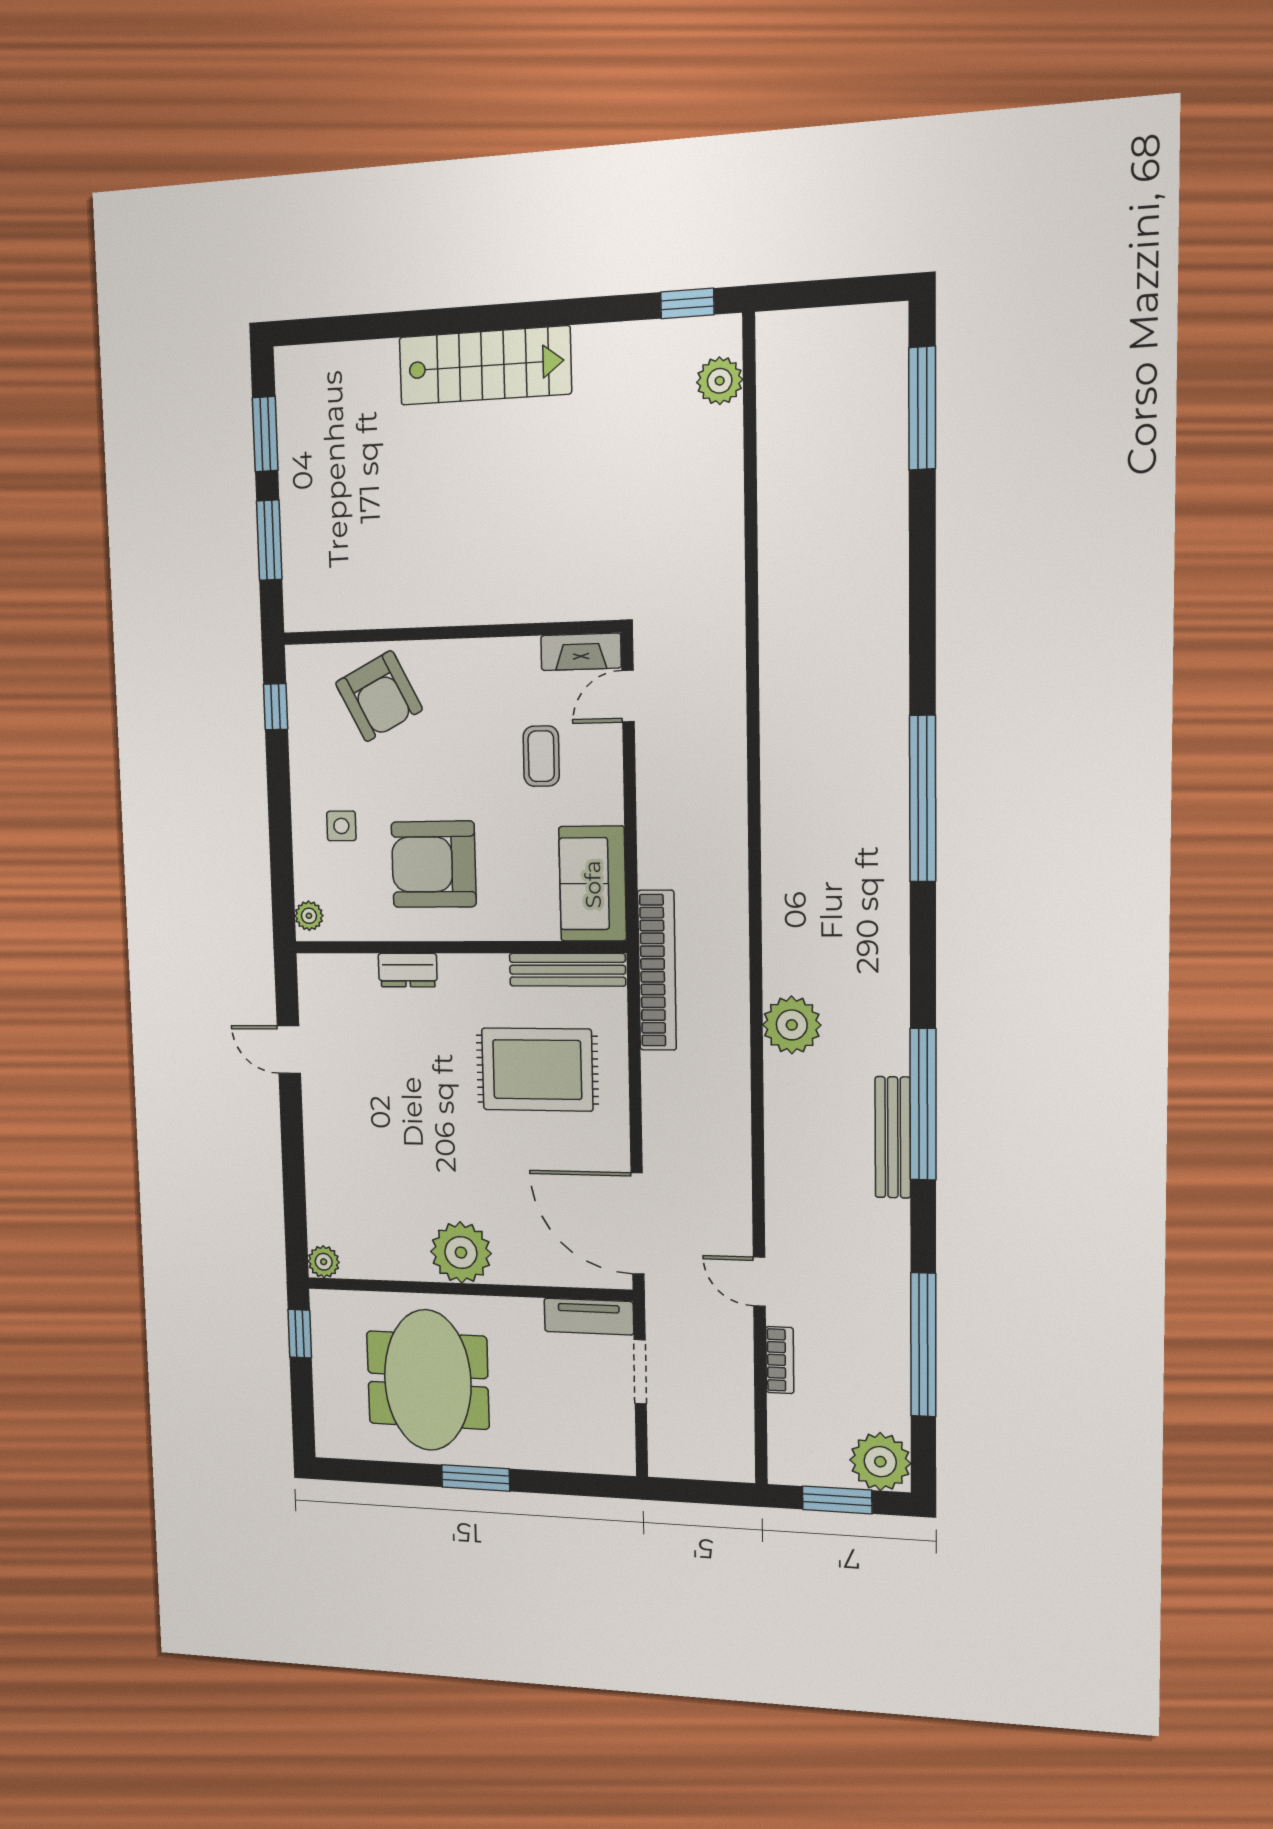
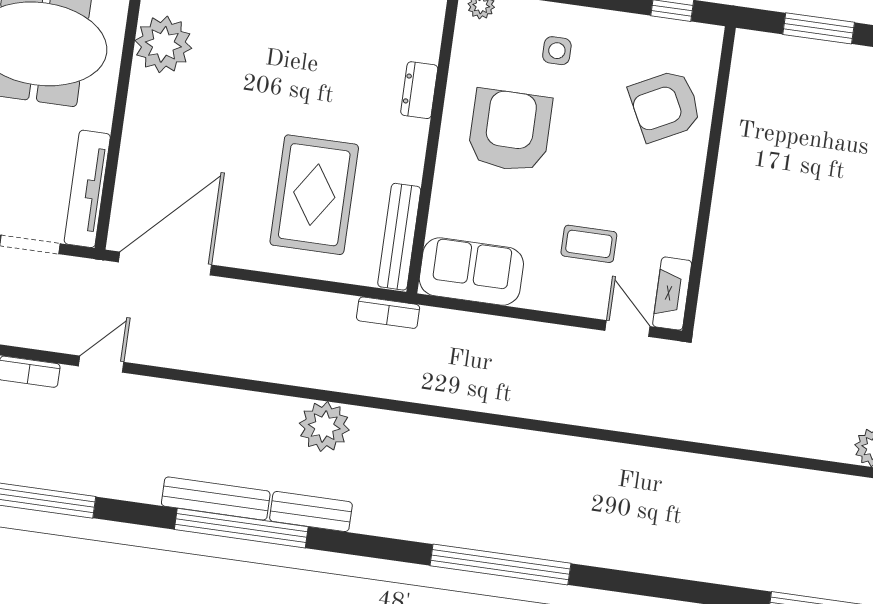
bookcase: (657, 970) -> (388, 313), width x0.43, depth x0.76
bench: (892, 1027) -> (311, 512), added
plant: (461, 1253) -> (163, 44), moved
tv unit: (589, 1317) -> (87, 189), width x1.41

